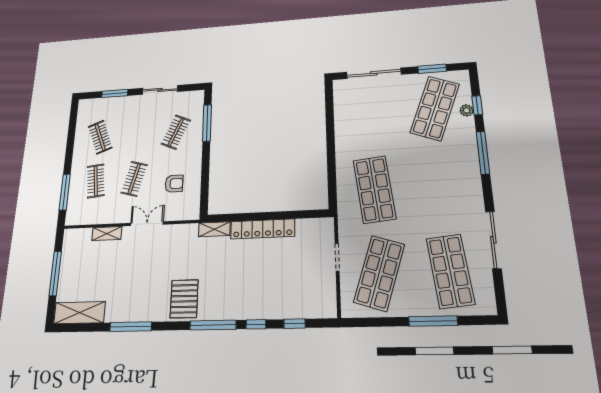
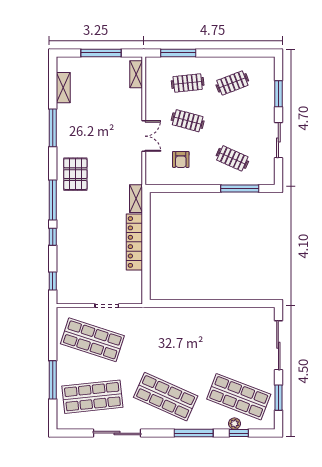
shop shelf: (374, 189) -> (166, 397), moved, turned 30
shelving: (107, 234) -> (136, 74), moved
pallet: (184, 299) -> (75, 174), turned 90
shelving: (80, 313) -> (63, 88), width x0.67, depth x0.75
window: (295, 324) -> (53, 281), moved

